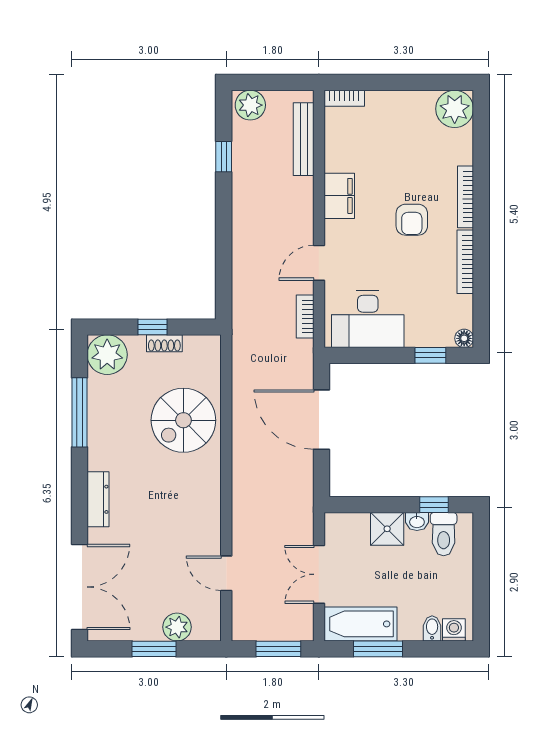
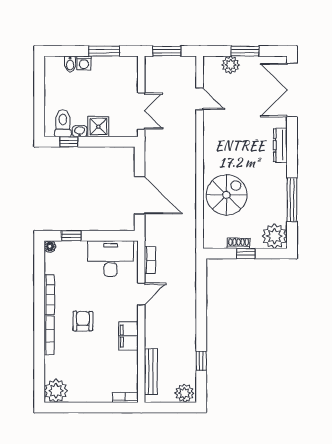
double door: (319, 574) -> (141, 111), moved
bathtub: (360, 624) -> (115, 67), removed
washing machine: (454, 630) -> (84, 63), moved

